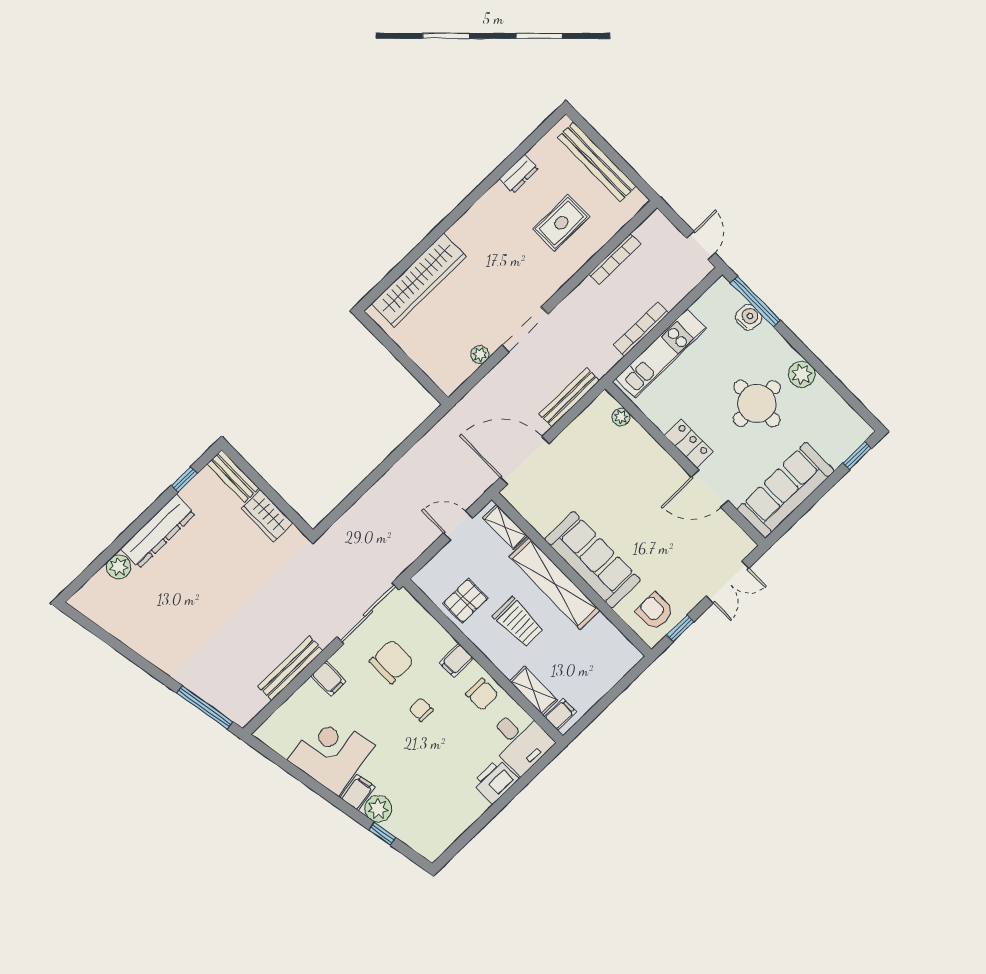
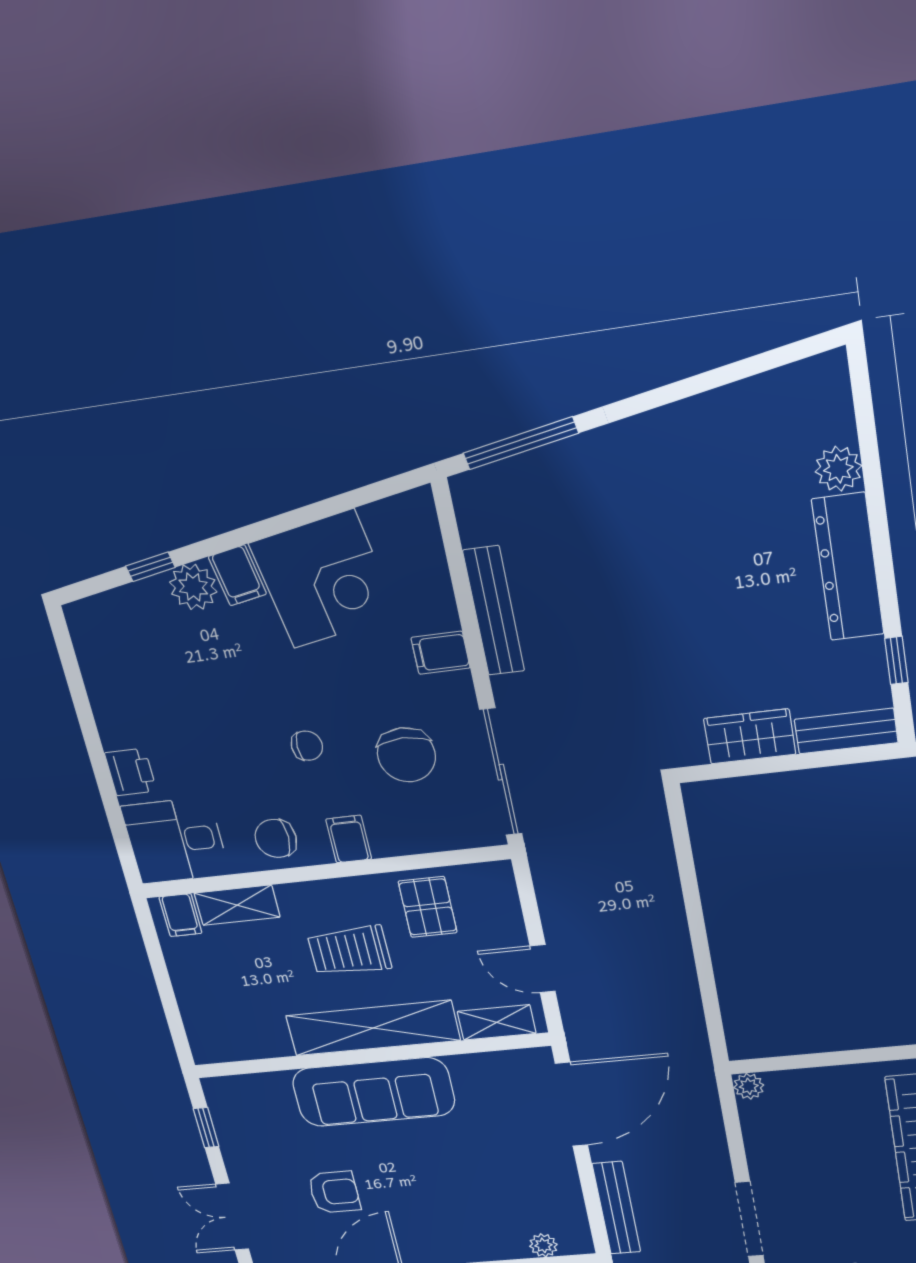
plant: (480, 355) -> (749, 1086), moved
door: (458, 525) -> (543, 969), swing flipped
armchair: (655, 611) -> (334, 1192), moved
printer: (495, 781) -> (131, 772), width x0.73, depth x0.81

